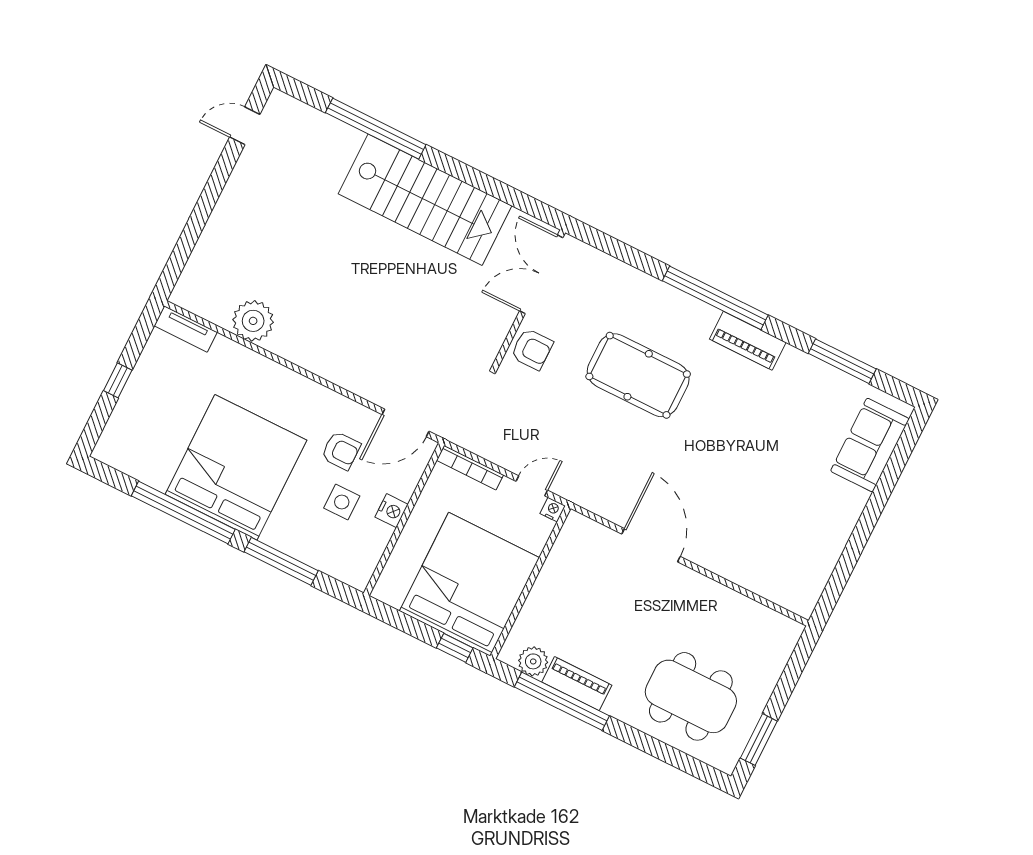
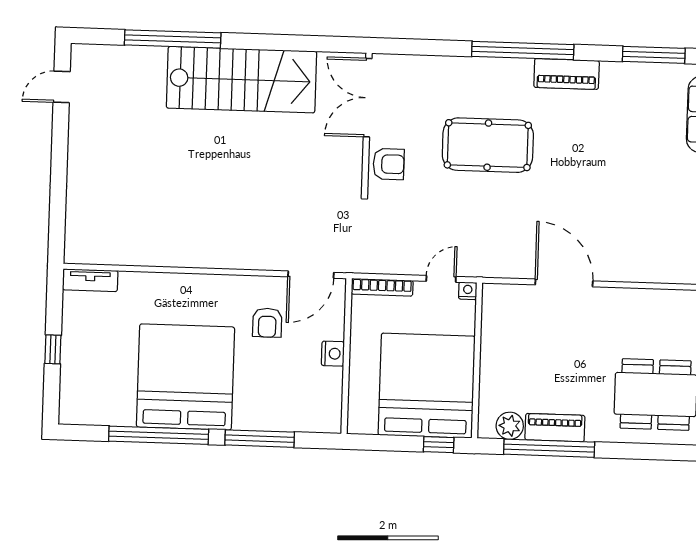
plant: (253, 321) -> (144, 247), removed
armchair: (341, 451) -> (267, 323), turned 90
side table: (342, 502) -> (288, 366), removed

